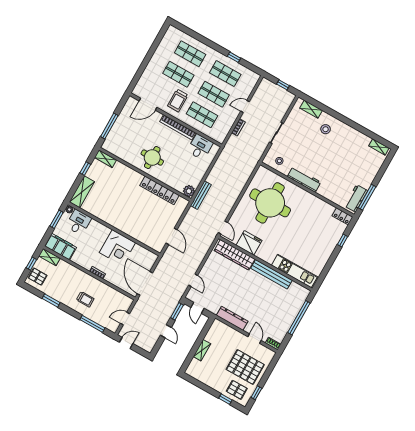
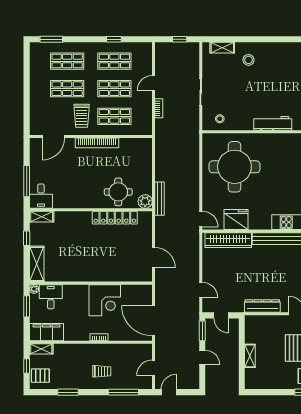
window: (187, 31) -> (51, 39), added
desk: (200, 147) -> (41, 196), moved, turned 180
round table: (152, 158) -> (118, 192), moved
workbench: (304, 179) -> (273, 123), moved

